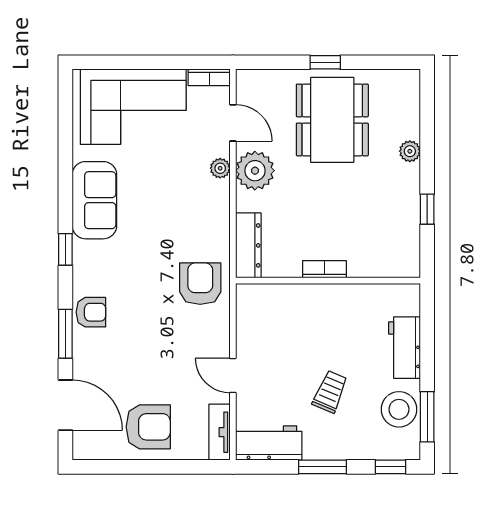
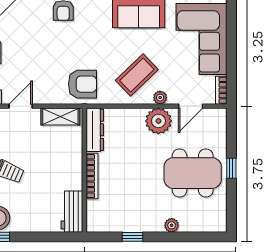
coffee table: (187, 203) -> (137, 75), added
dresser: (248, 245) -> (95, 130), moved, turned -90
bookcase: (325, 269) -> (92, 176), width x1.56
shelving: (248, 316) -> (60, 117), added
workbench: (405, 348) -> (72, 212), moved, turned -90

